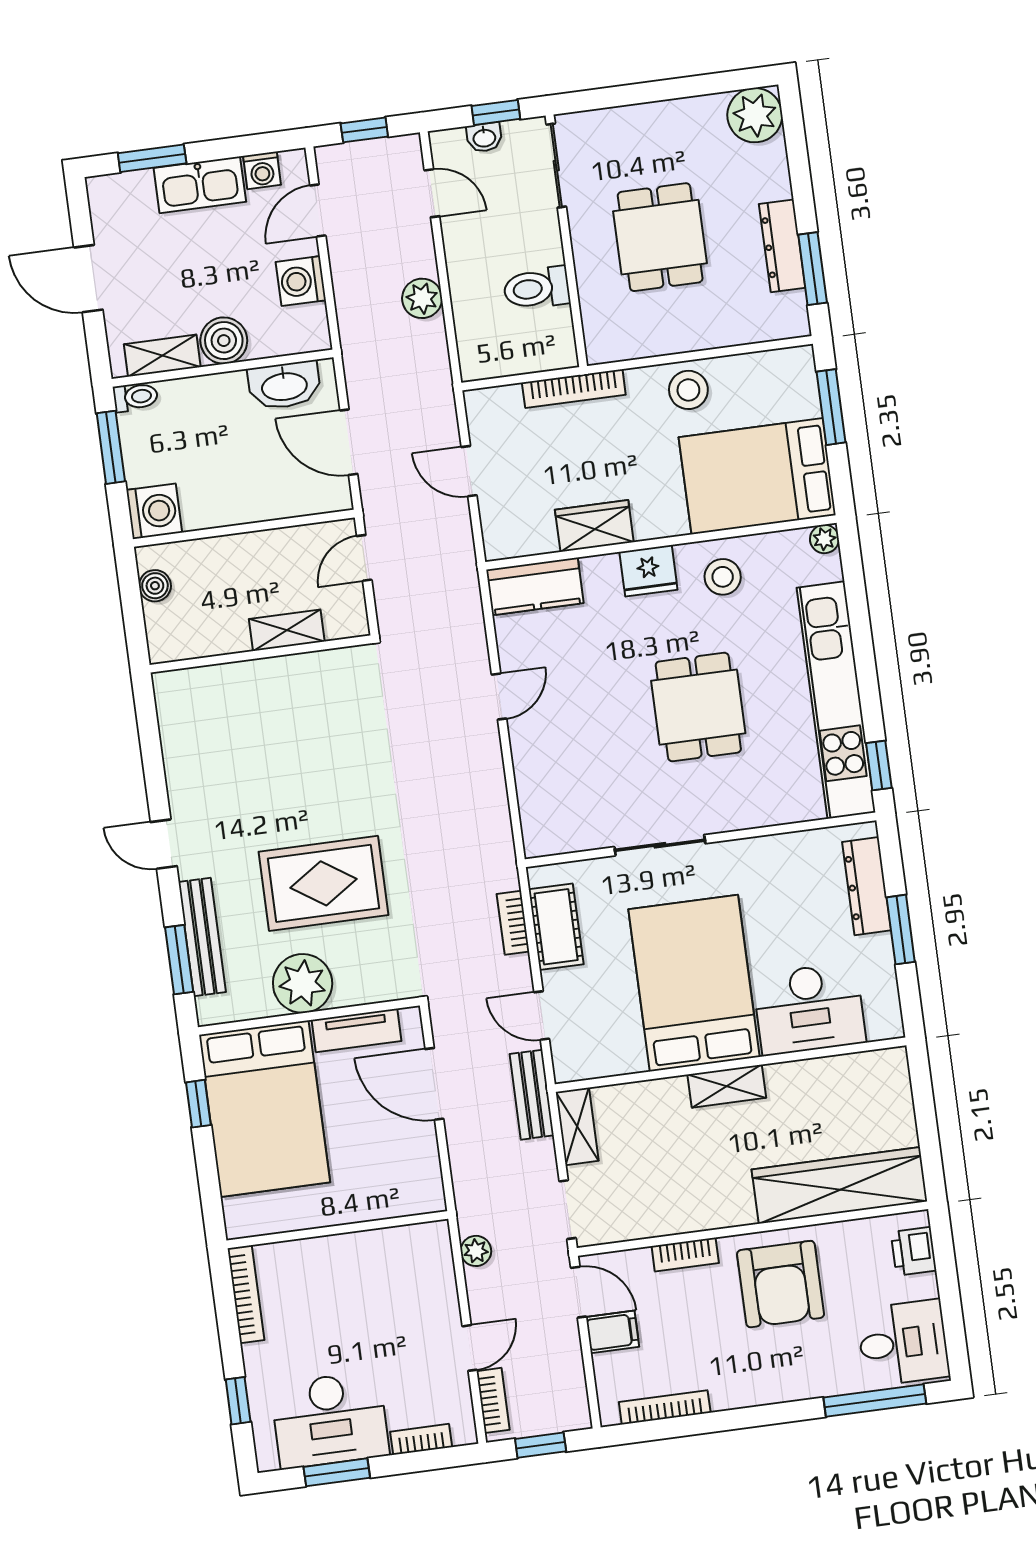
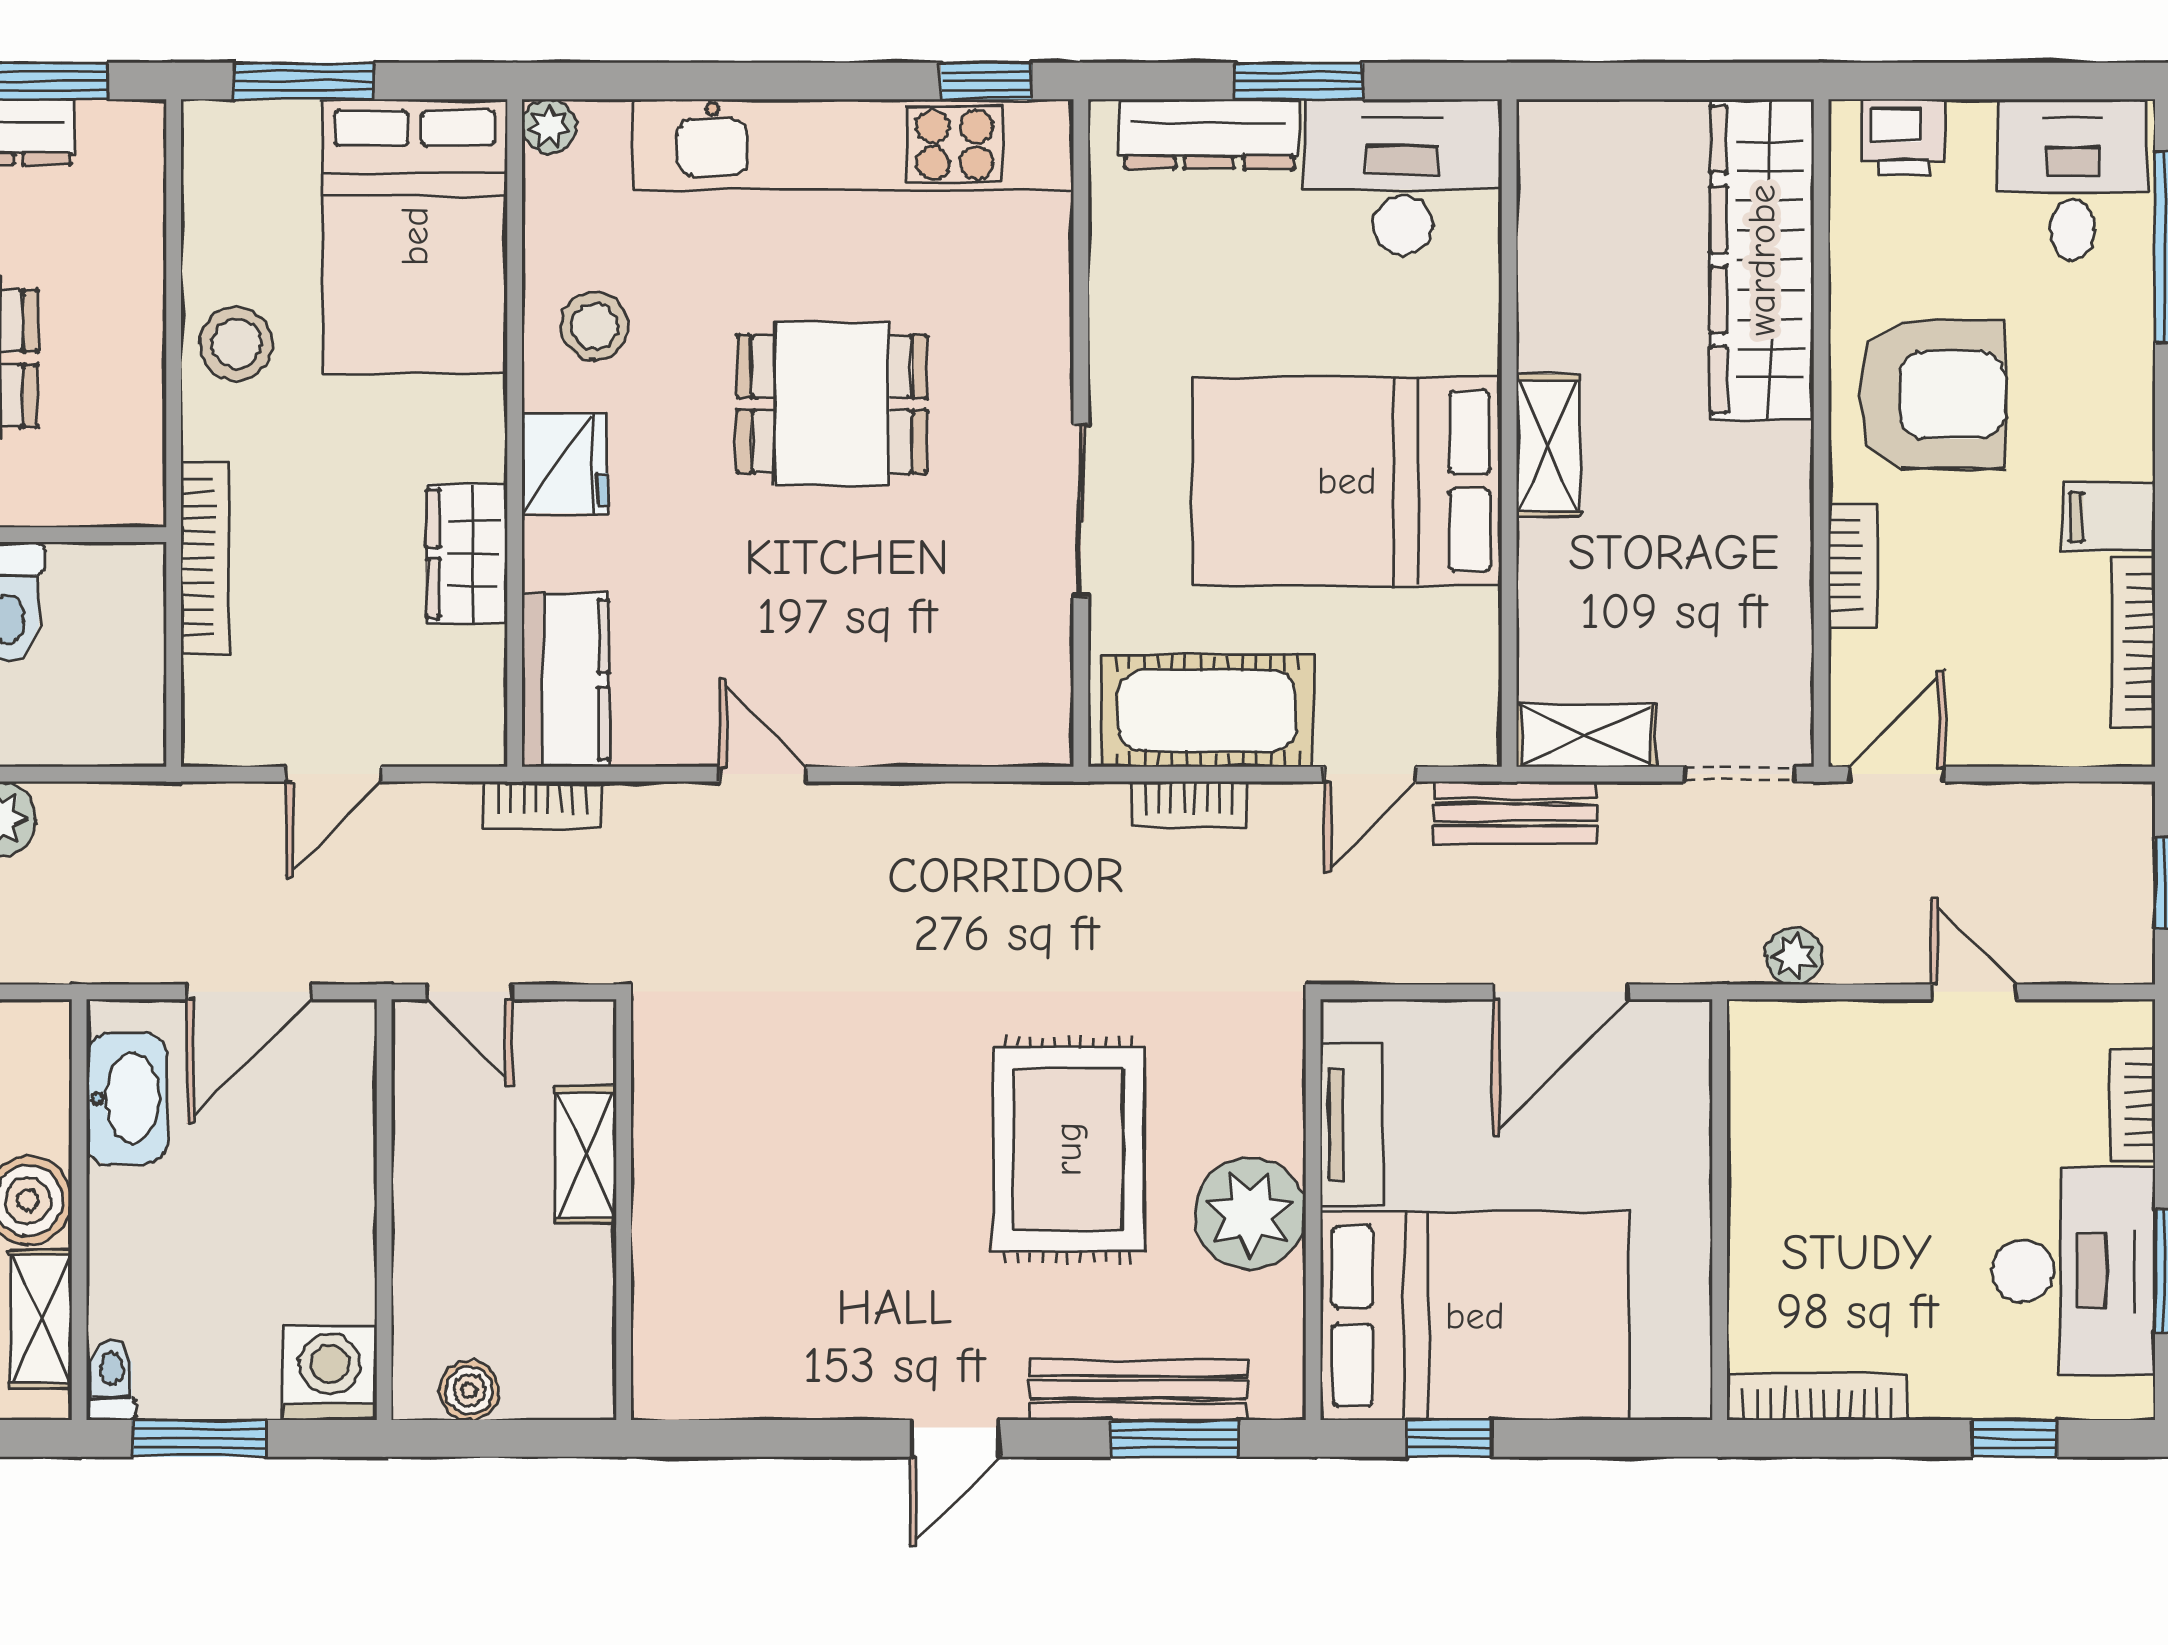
cot: (556, 927) -> (1207, 711), width x1.37, depth x1.34
desk: (809, 1009) -> (1403, 177), moved, turned -90
door: (434, 1084) -> (1561, 992), moved
filing cabinet: (612, 1332) -> (2109, 517), moved, turned -90
bookcase: (493, 1400) -> (542, 805), moved, turned 180

